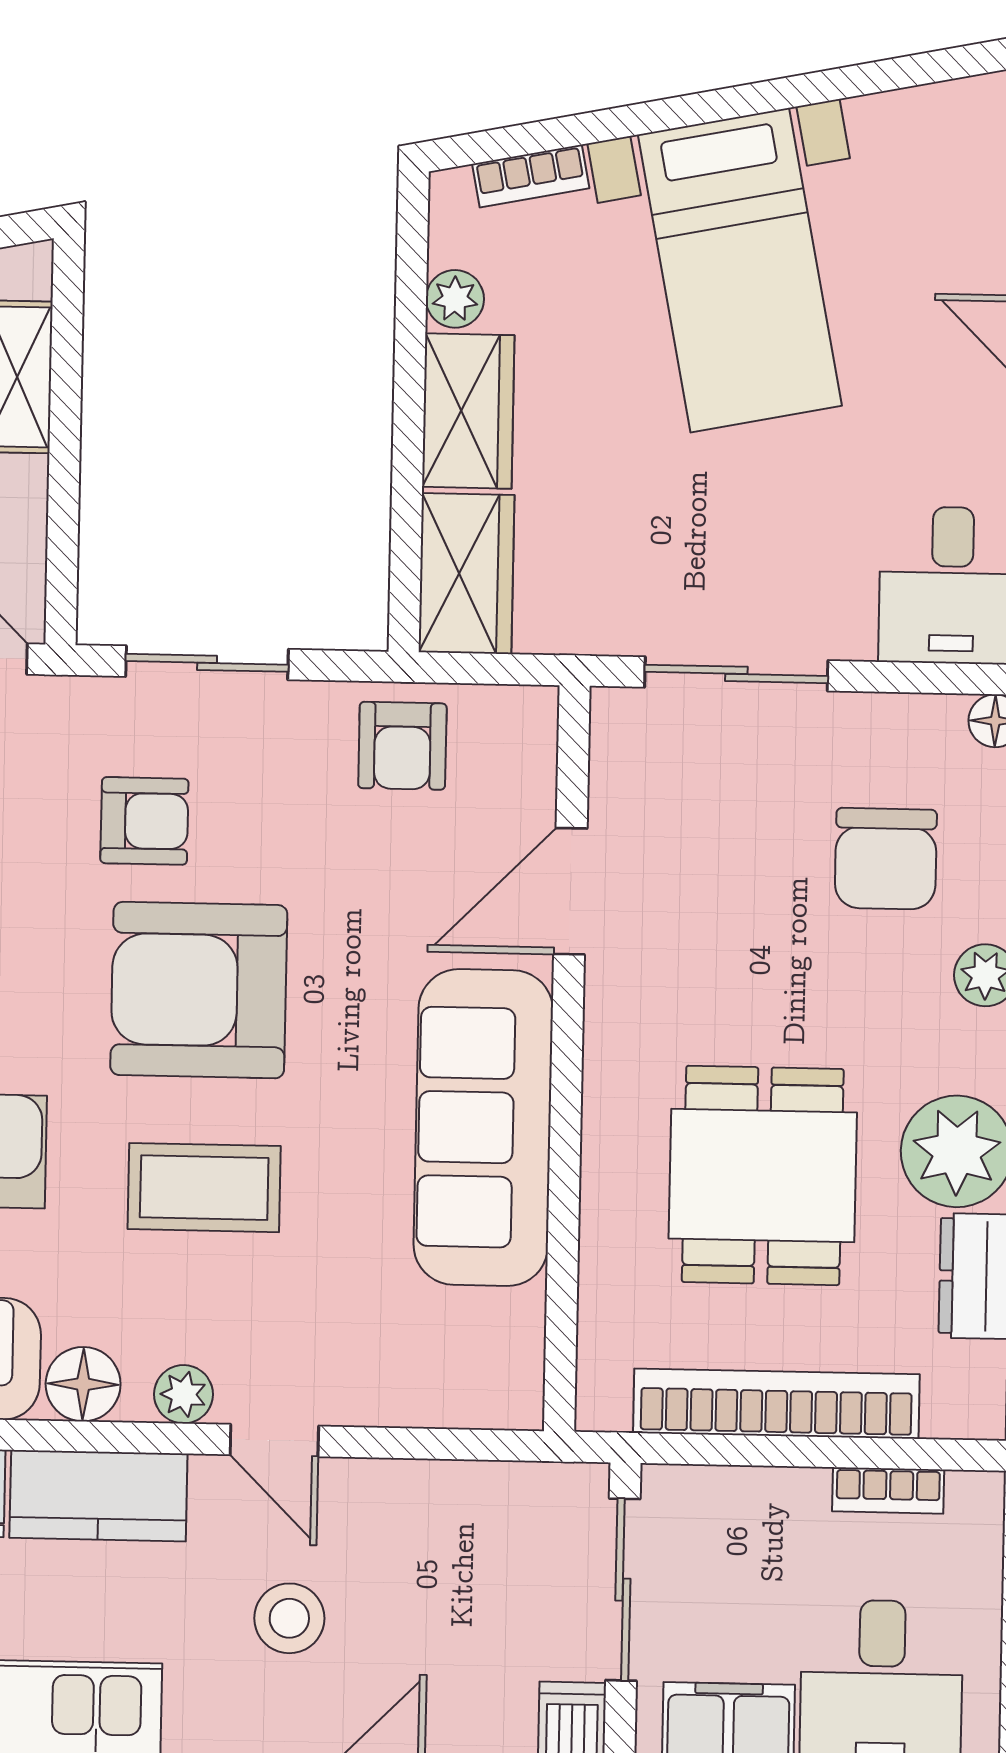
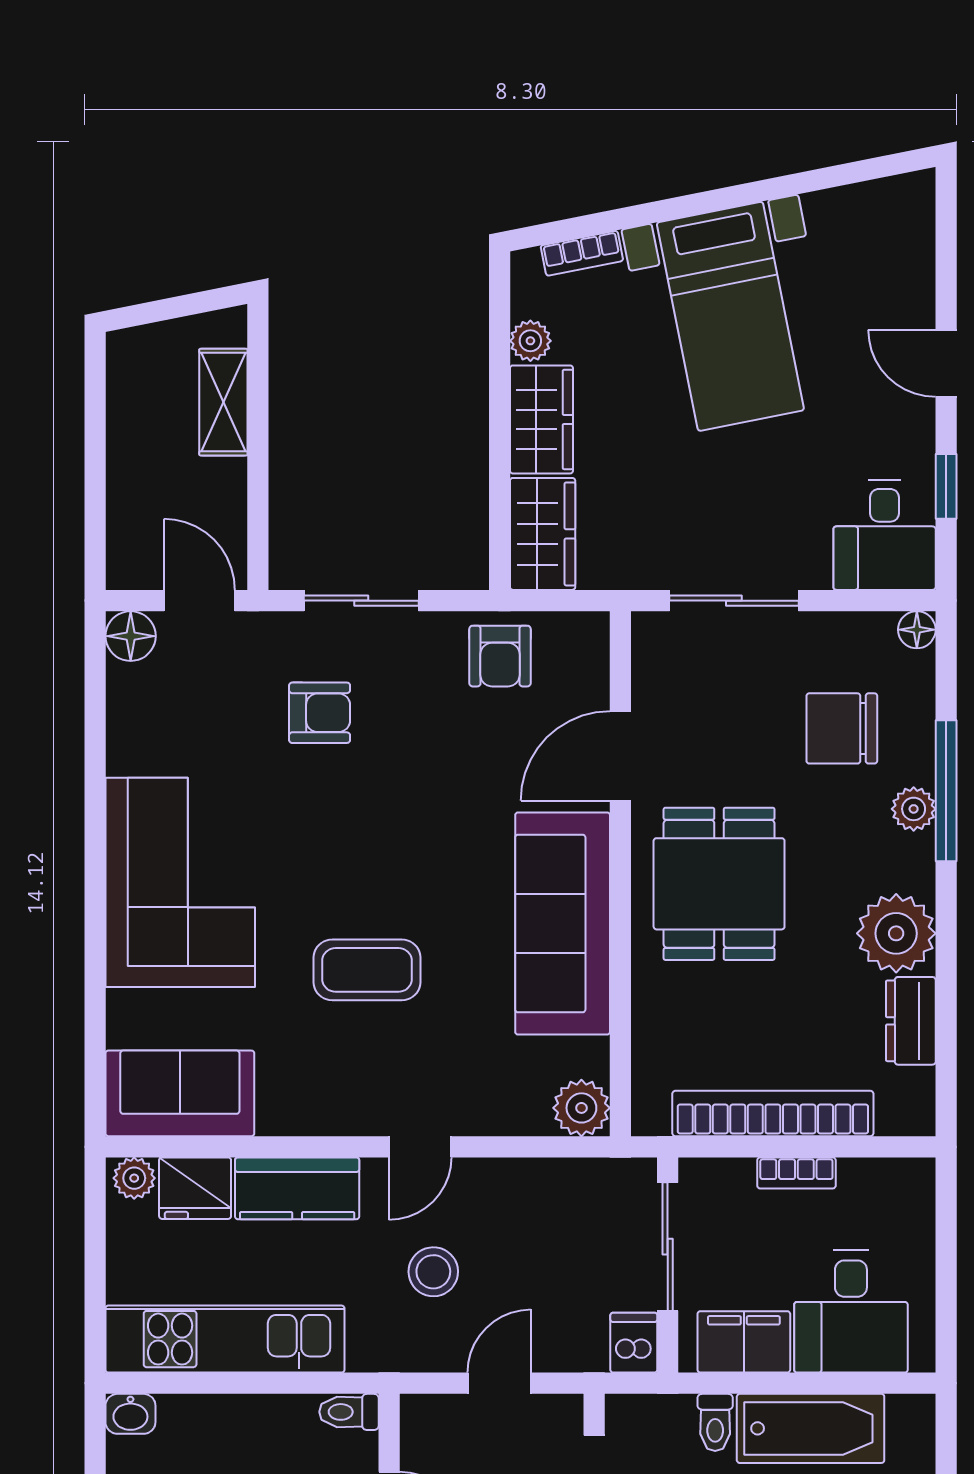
chair: (886, 859) -> (842, 728), turned 90
armchair: (199, 990) -> (360, 831), removed
dining table: (763, 1175) -> (719, 884), moved
floor lamp: (83, 1384) -> (285, 1110), removed
plant: (184, 1394) -> (581, 1108), moved, width x1.38, depth x1.38
door: (274, 1440) -> (420, 1147), hinge flipped
bookcase: (888, 1490) -> (796, 1173), moved

